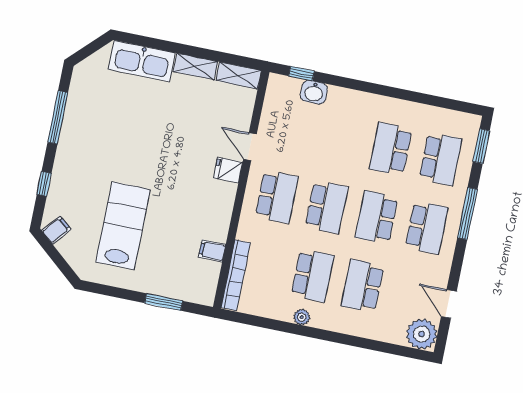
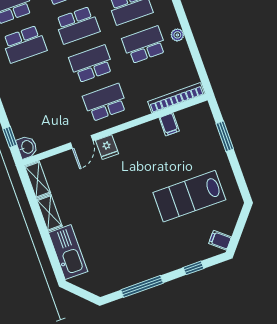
washbasin: (314, 92) -> (27, 147), moved

